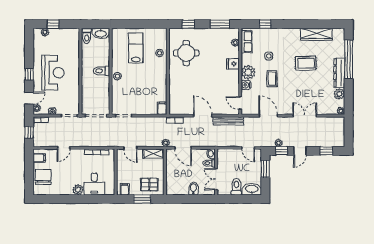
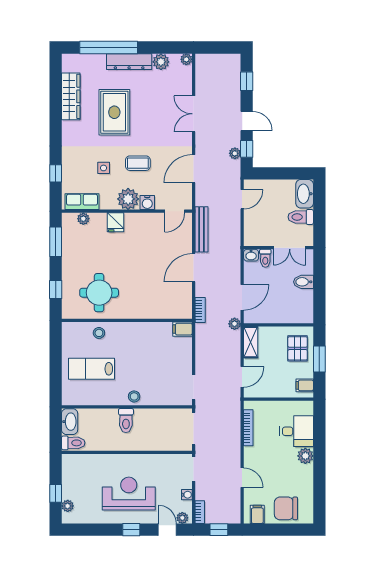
rug: (306, 63) -> (114, 112), width x1.36, depth x1.43
window: (265, 169) -> (274, 173), removed

